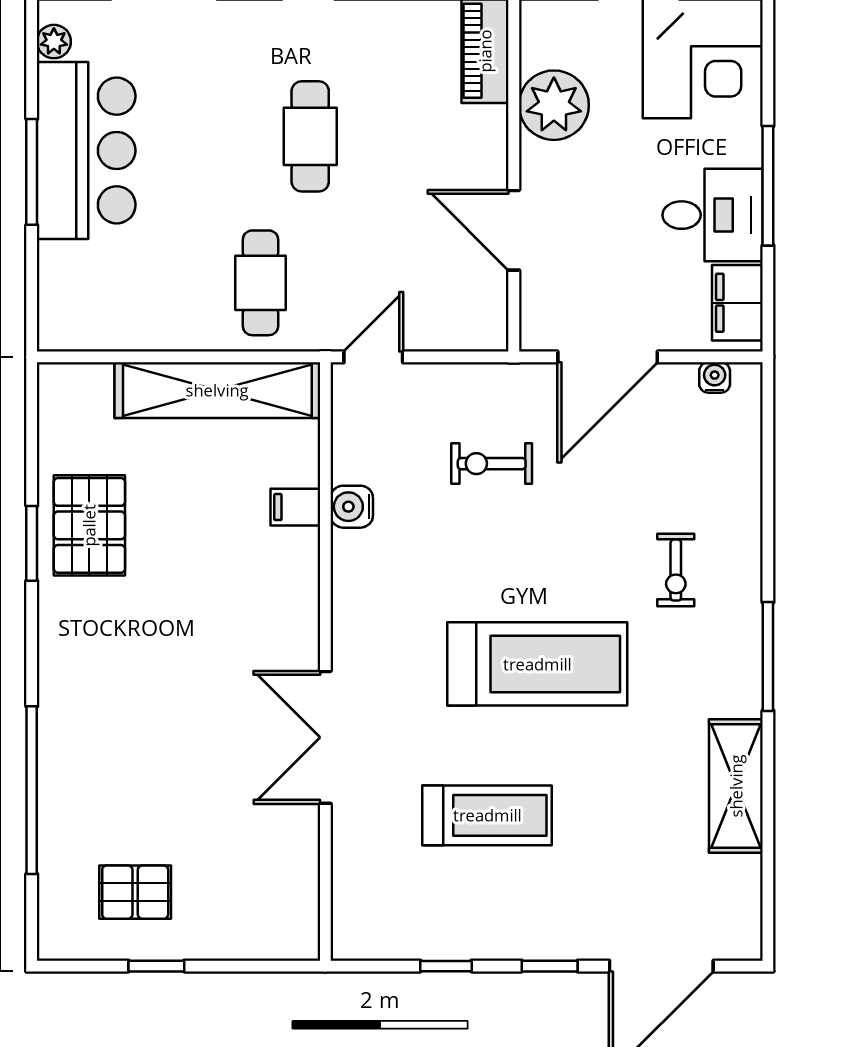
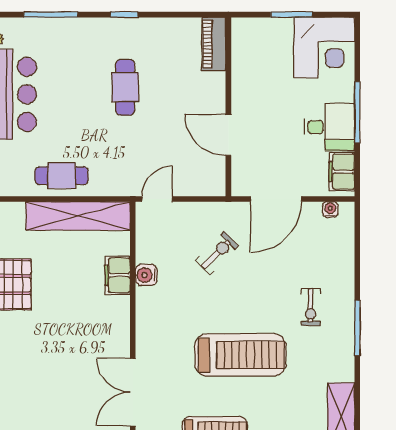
plant: (554, 105) -> (249, 71), removed
cafe table: (260, 283) -> (62, 176), moved, turned 90
exercise bike: (492, 464) -> (217, 253), turned 135
filing cabinet: (295, 507) -> (118, 275), width x2.00
window: (768, 656) -> (357, 328), moved

